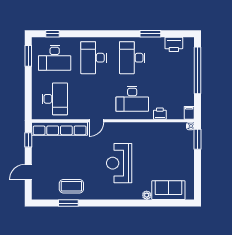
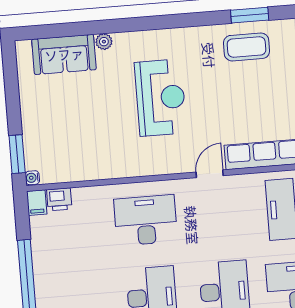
printer: (160, 114) -> (59, 199), moved

